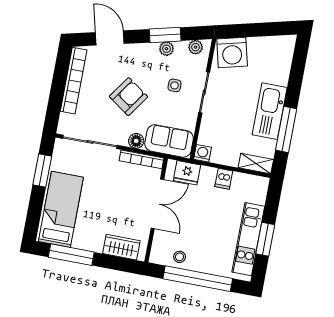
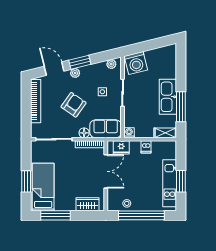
window: (165, 35) -> (80, 62), moved
plant: (166, 49) -> (75, 73), moved
window: (42, 170) -> (26, 181), moved

